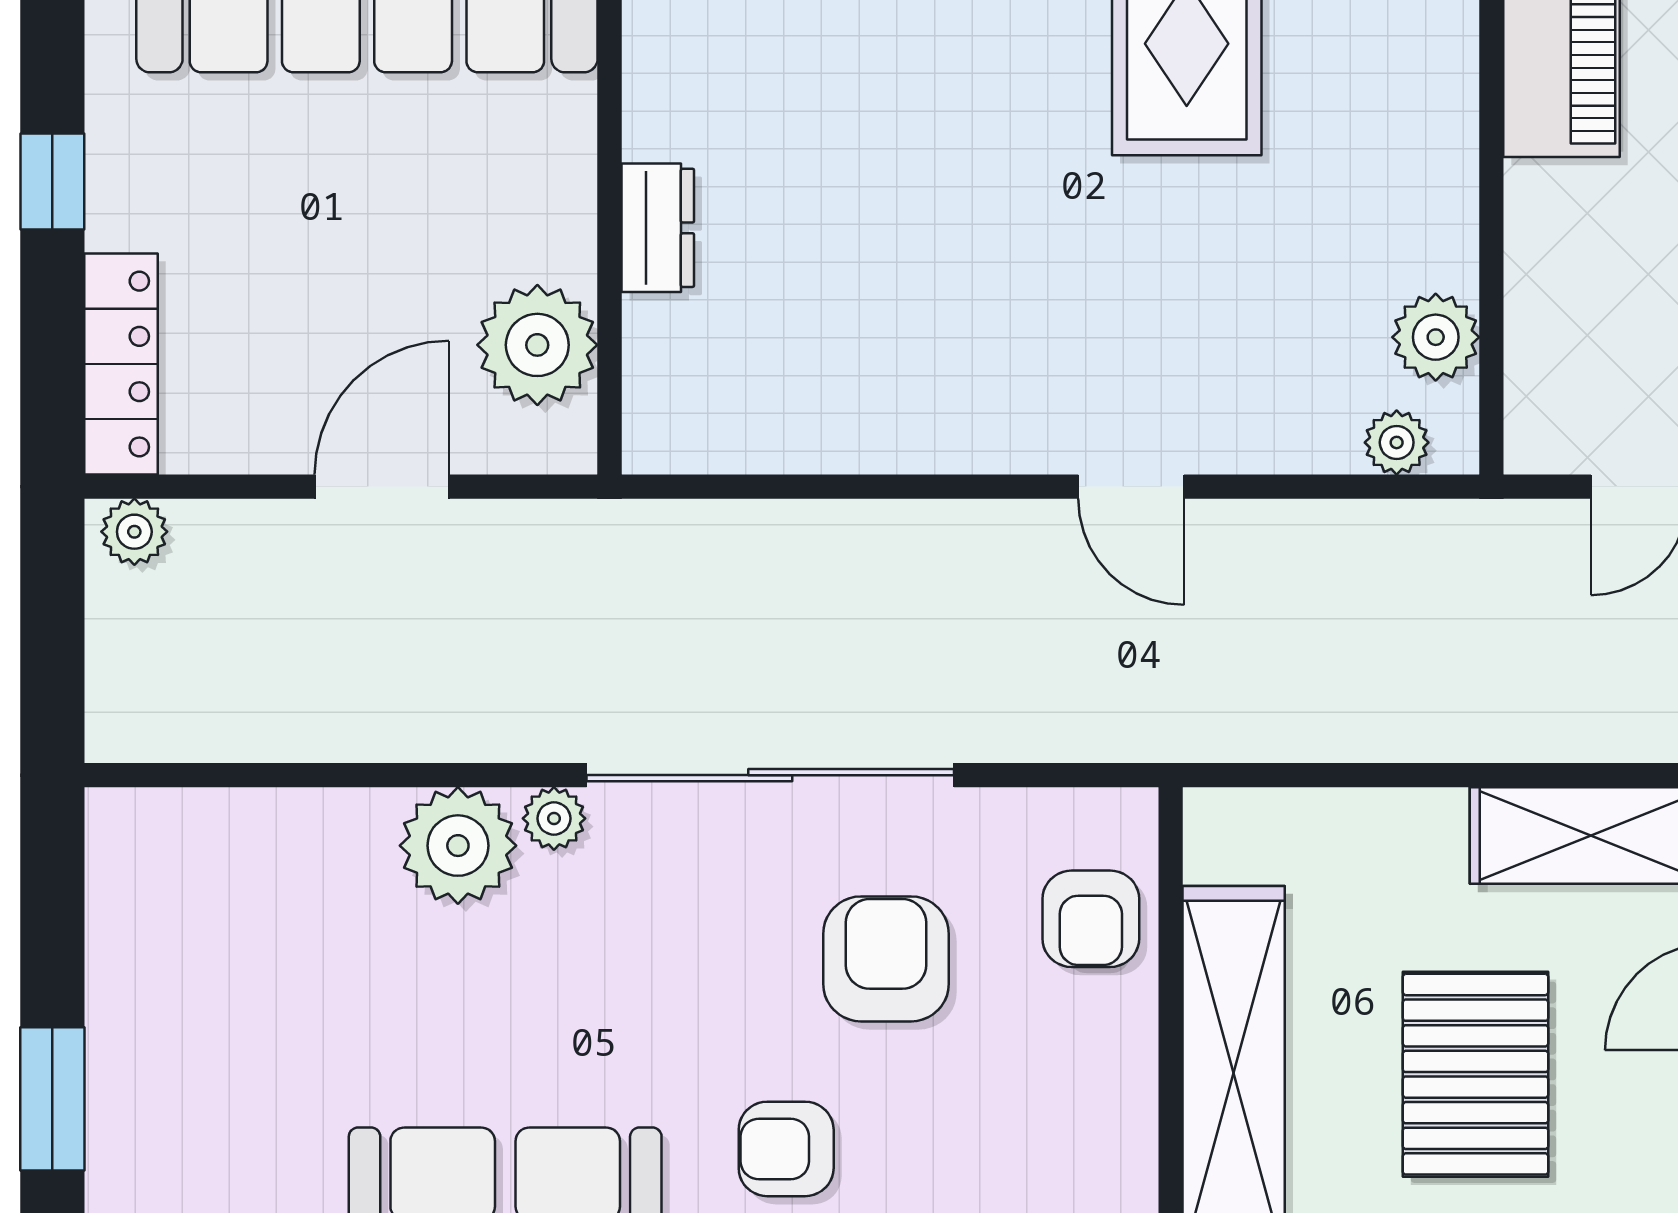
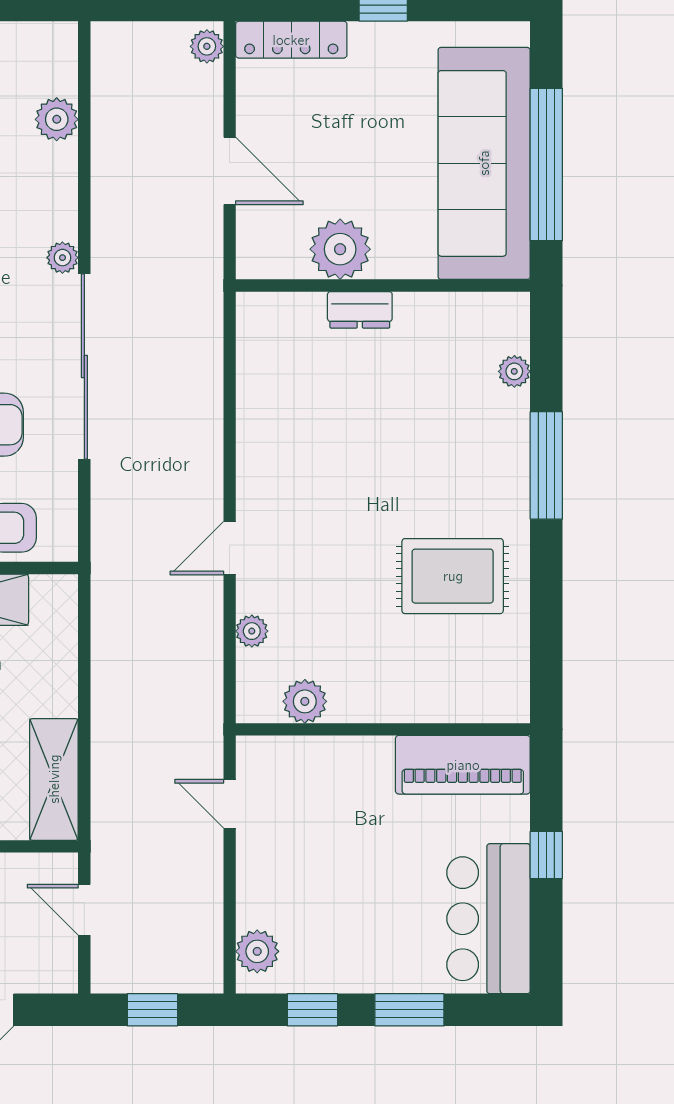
plant: (537, 345) -> (340, 249), moved
plant: (1397, 442) -> (252, 631), moved
plant: (458, 846) -> (57, 119), moved, width x0.73, depth x0.73

